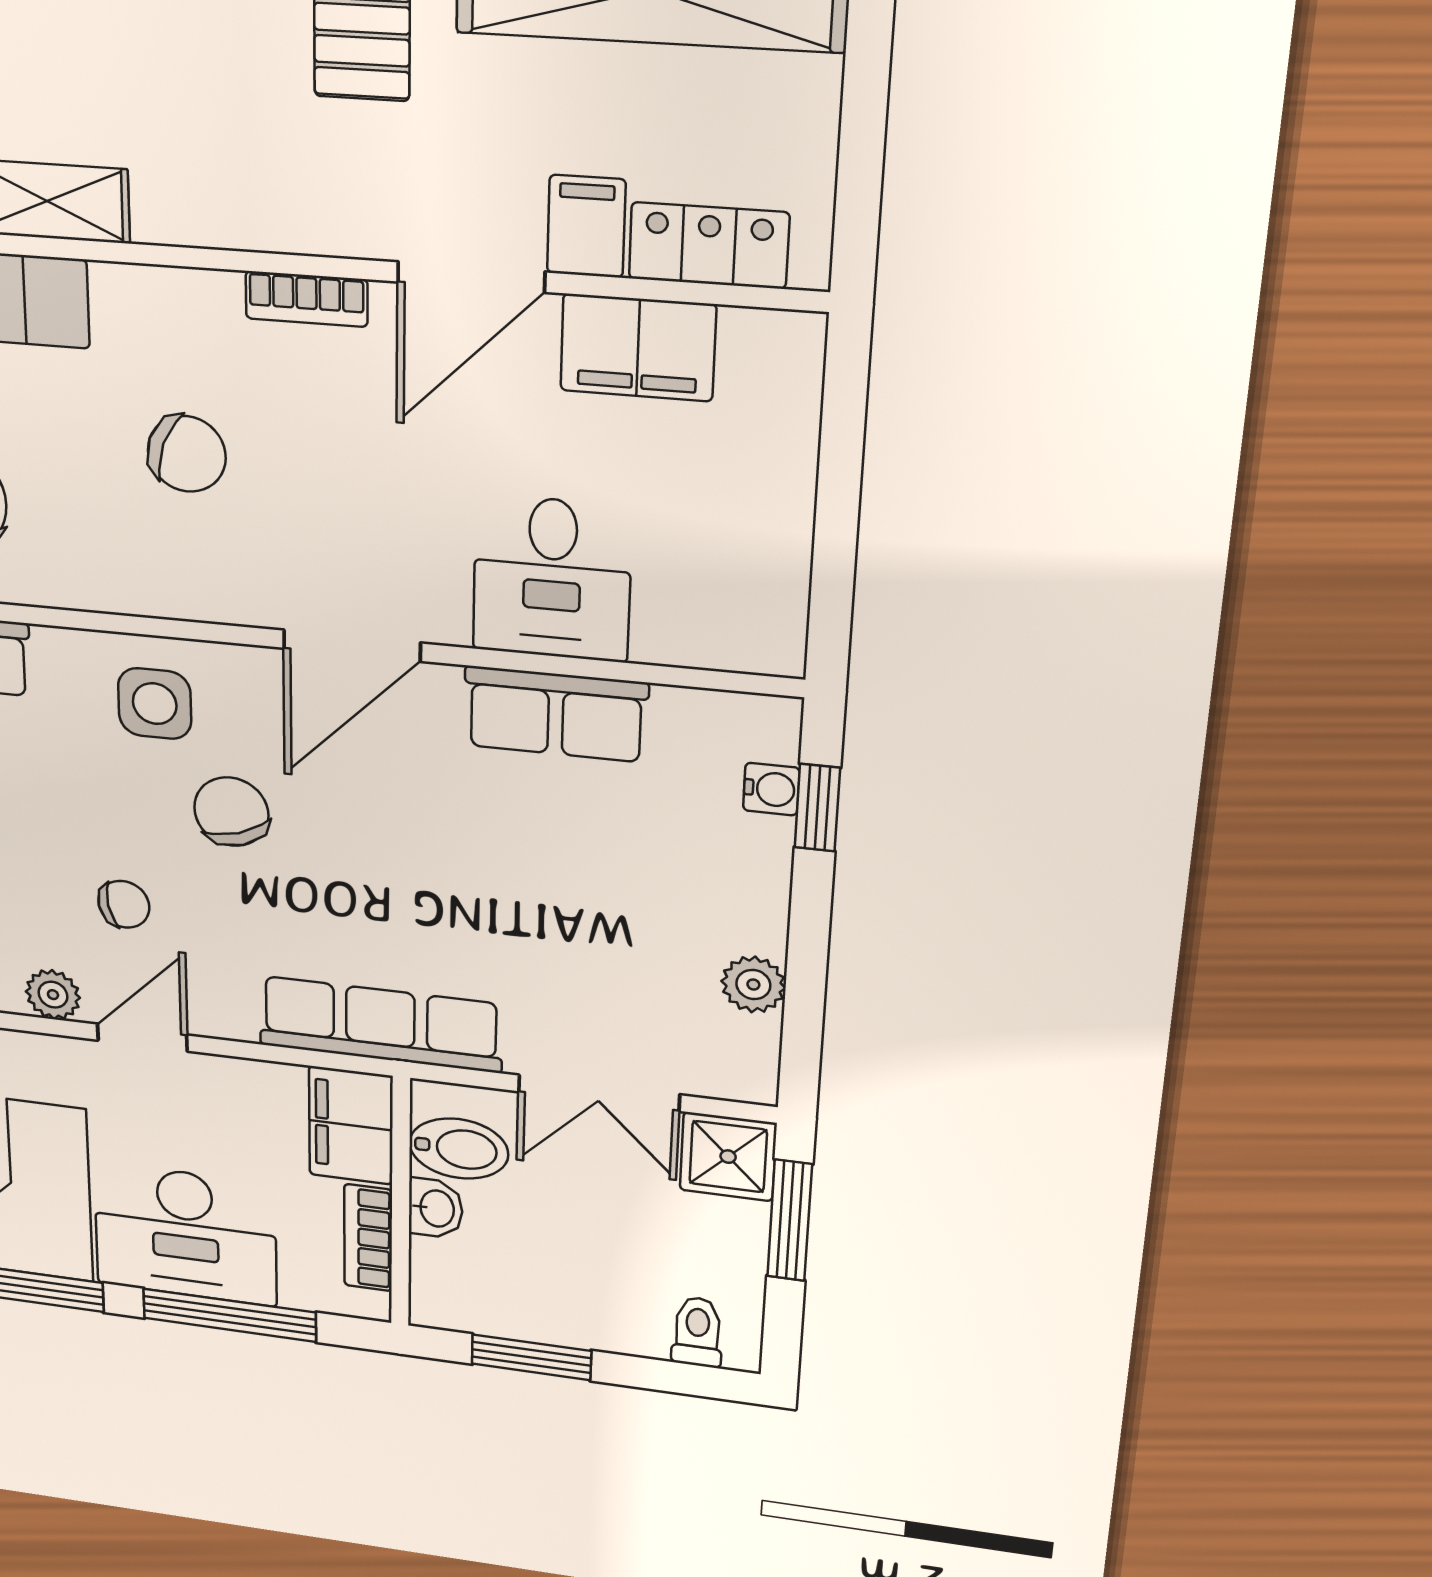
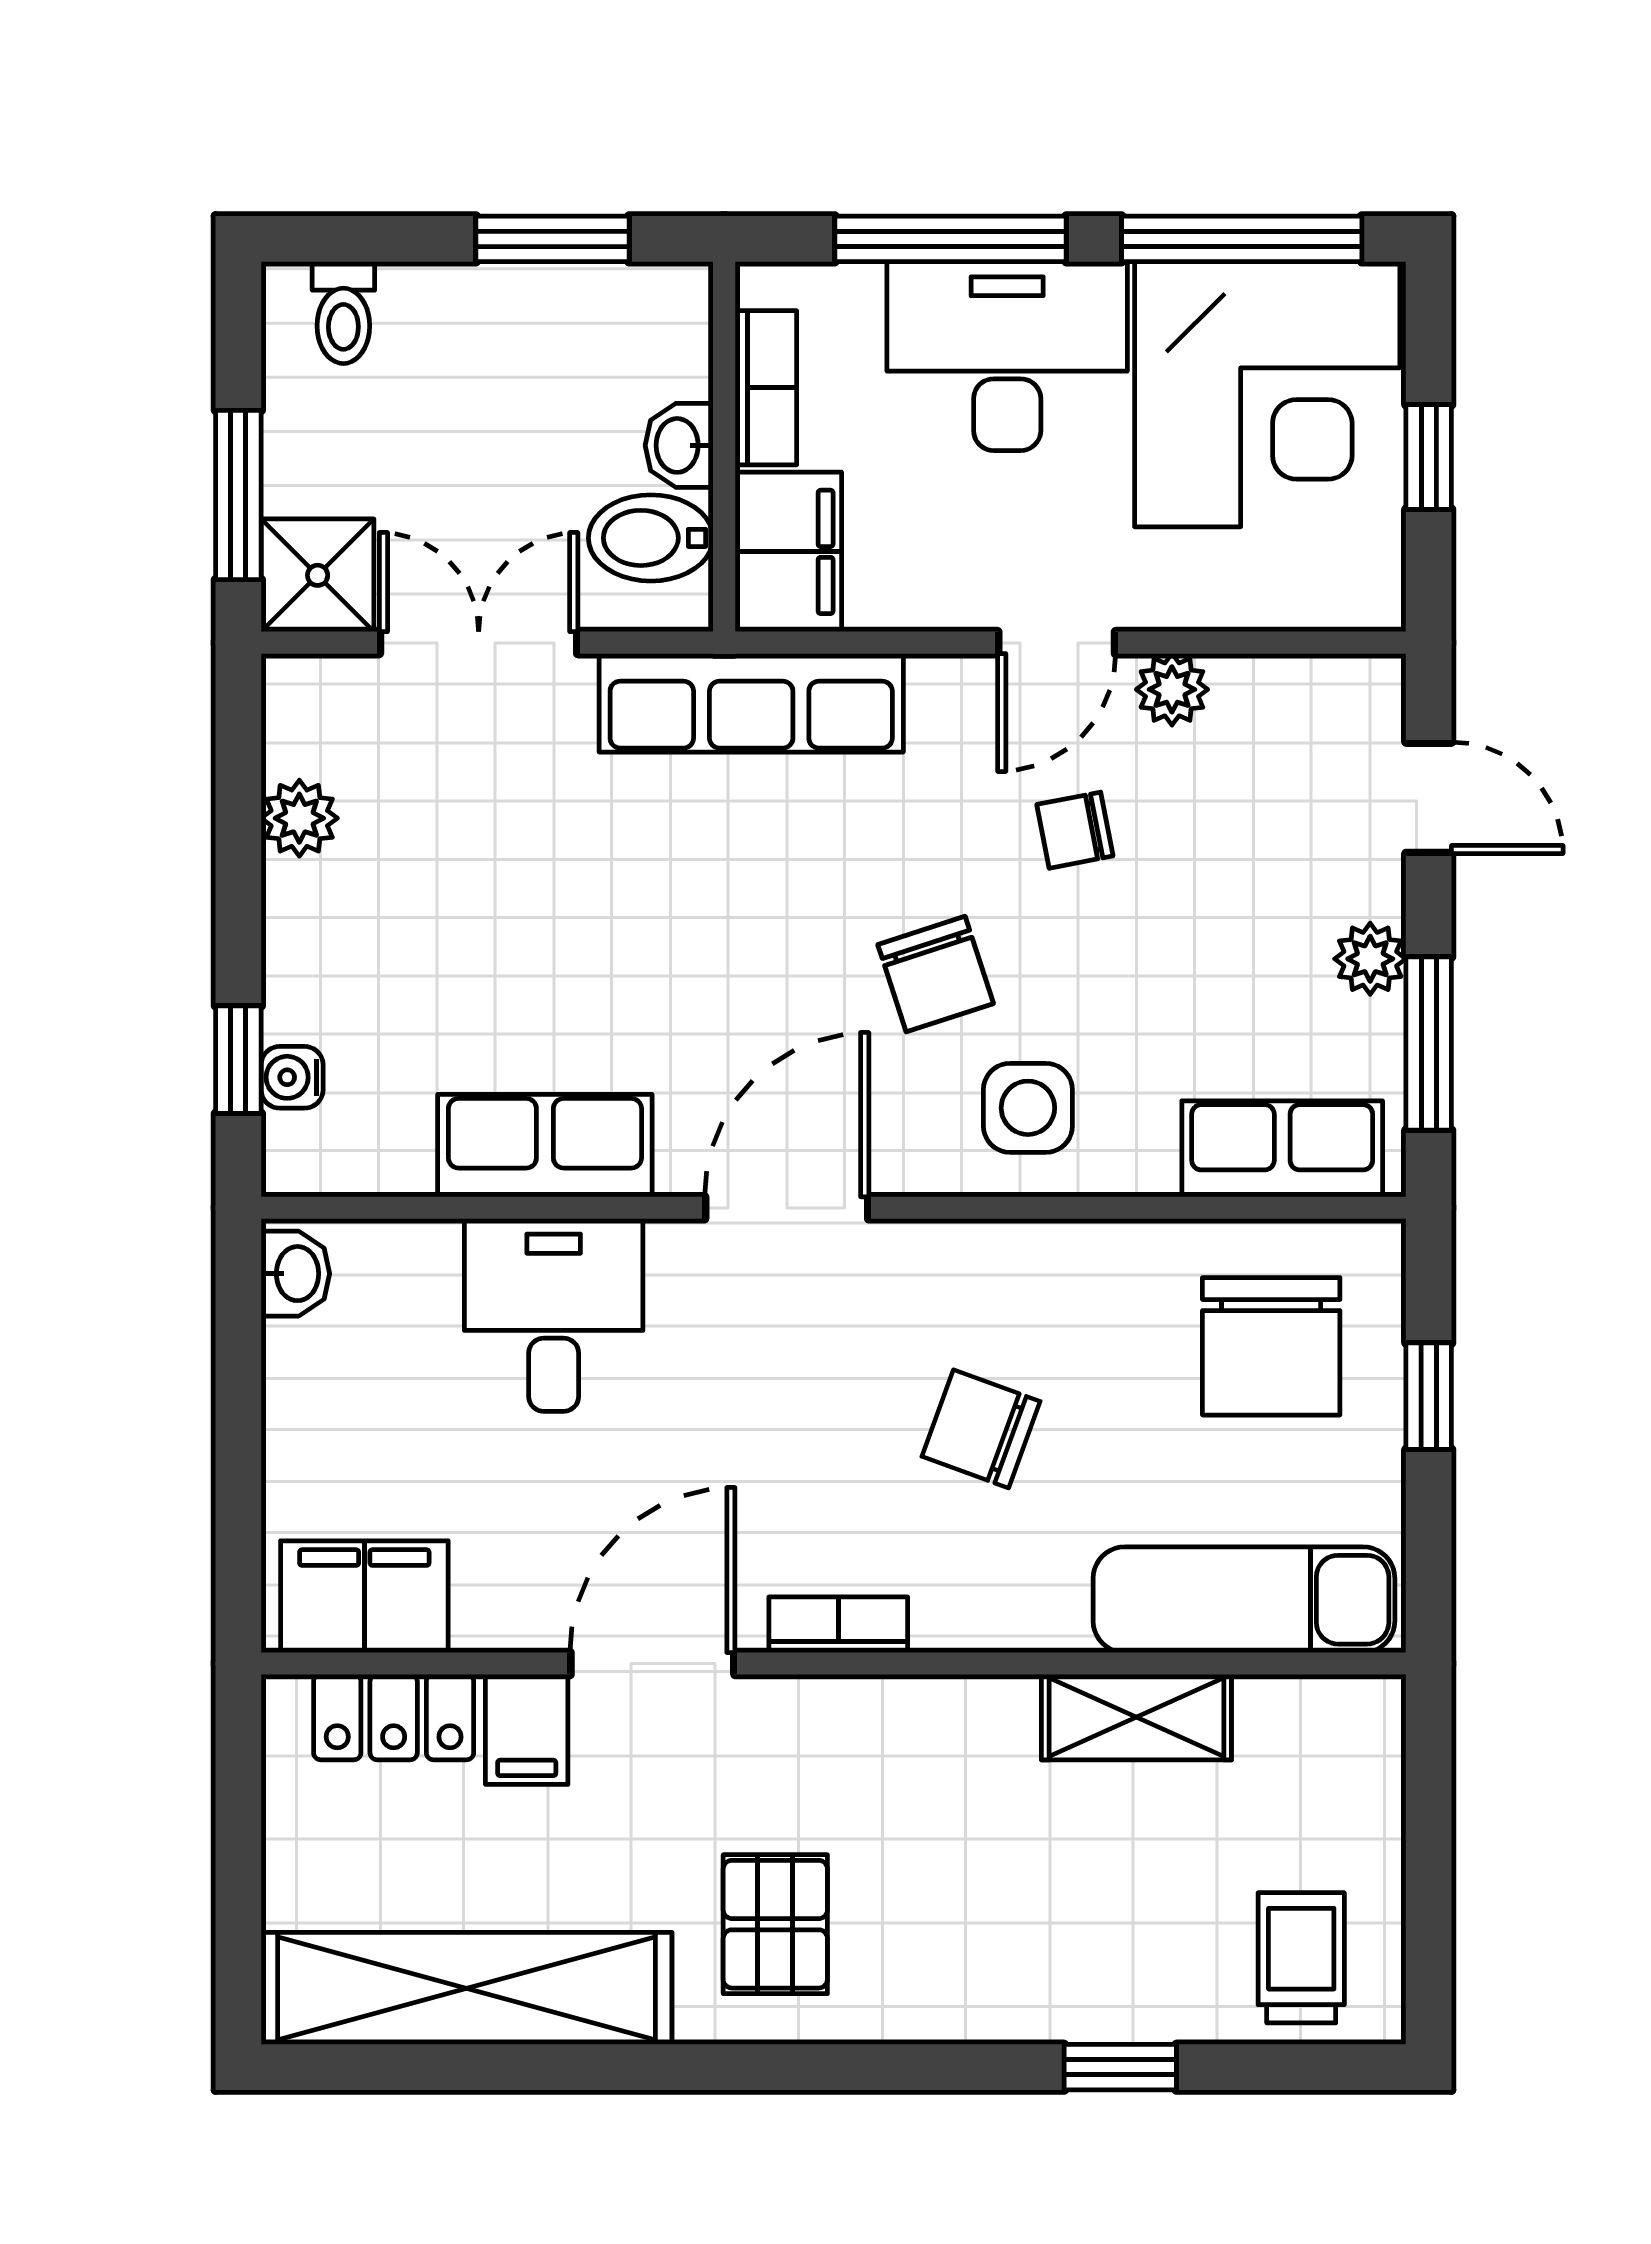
filing cabinet: (638, 348) -> (364, 1597), moved
washbasin: (778, 632) -> (295, 1274), added

